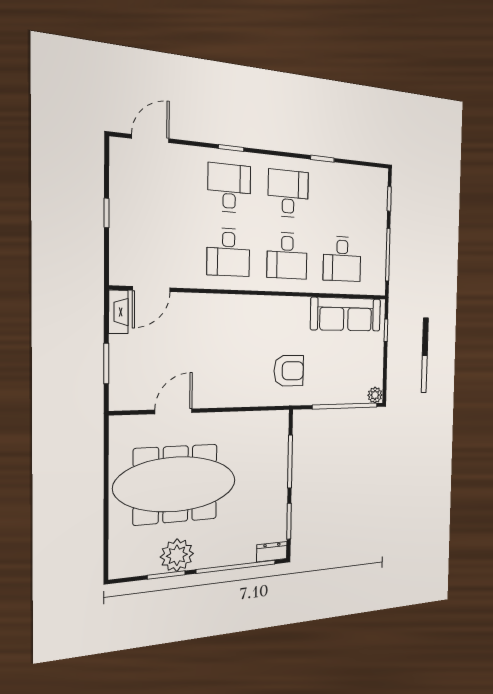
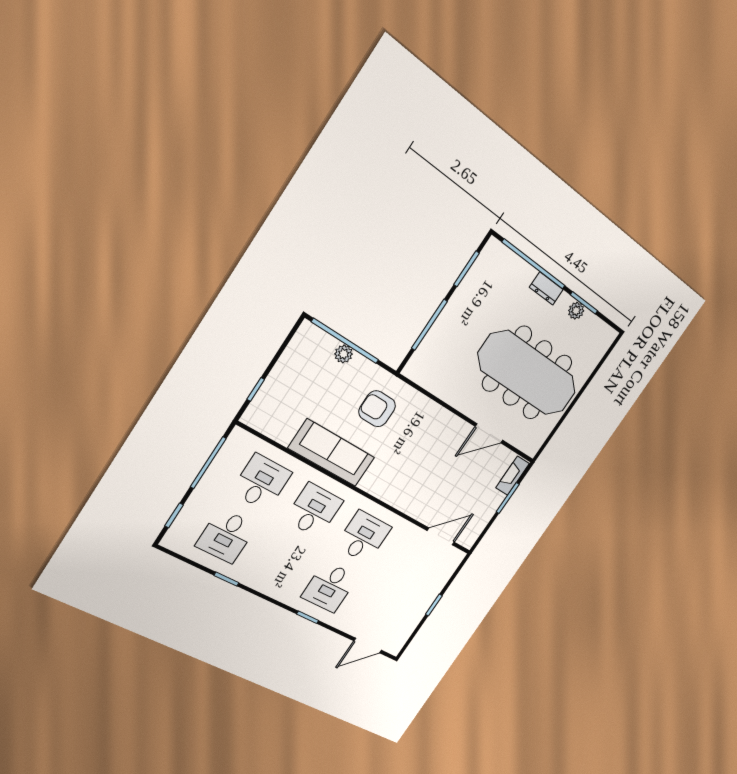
desk: (288, 194) -> (226, 536), moved
fireplace: (118, 312) -> (513, 476), moved
sofa: (346, 314) -> (332, 453), moved
plant: (375, 395) -> (344, 354), moved
dresser: (272, 552) -> (546, 288), moved
plant: (177, 555) -> (576, 311), width x0.53, depth x0.53

